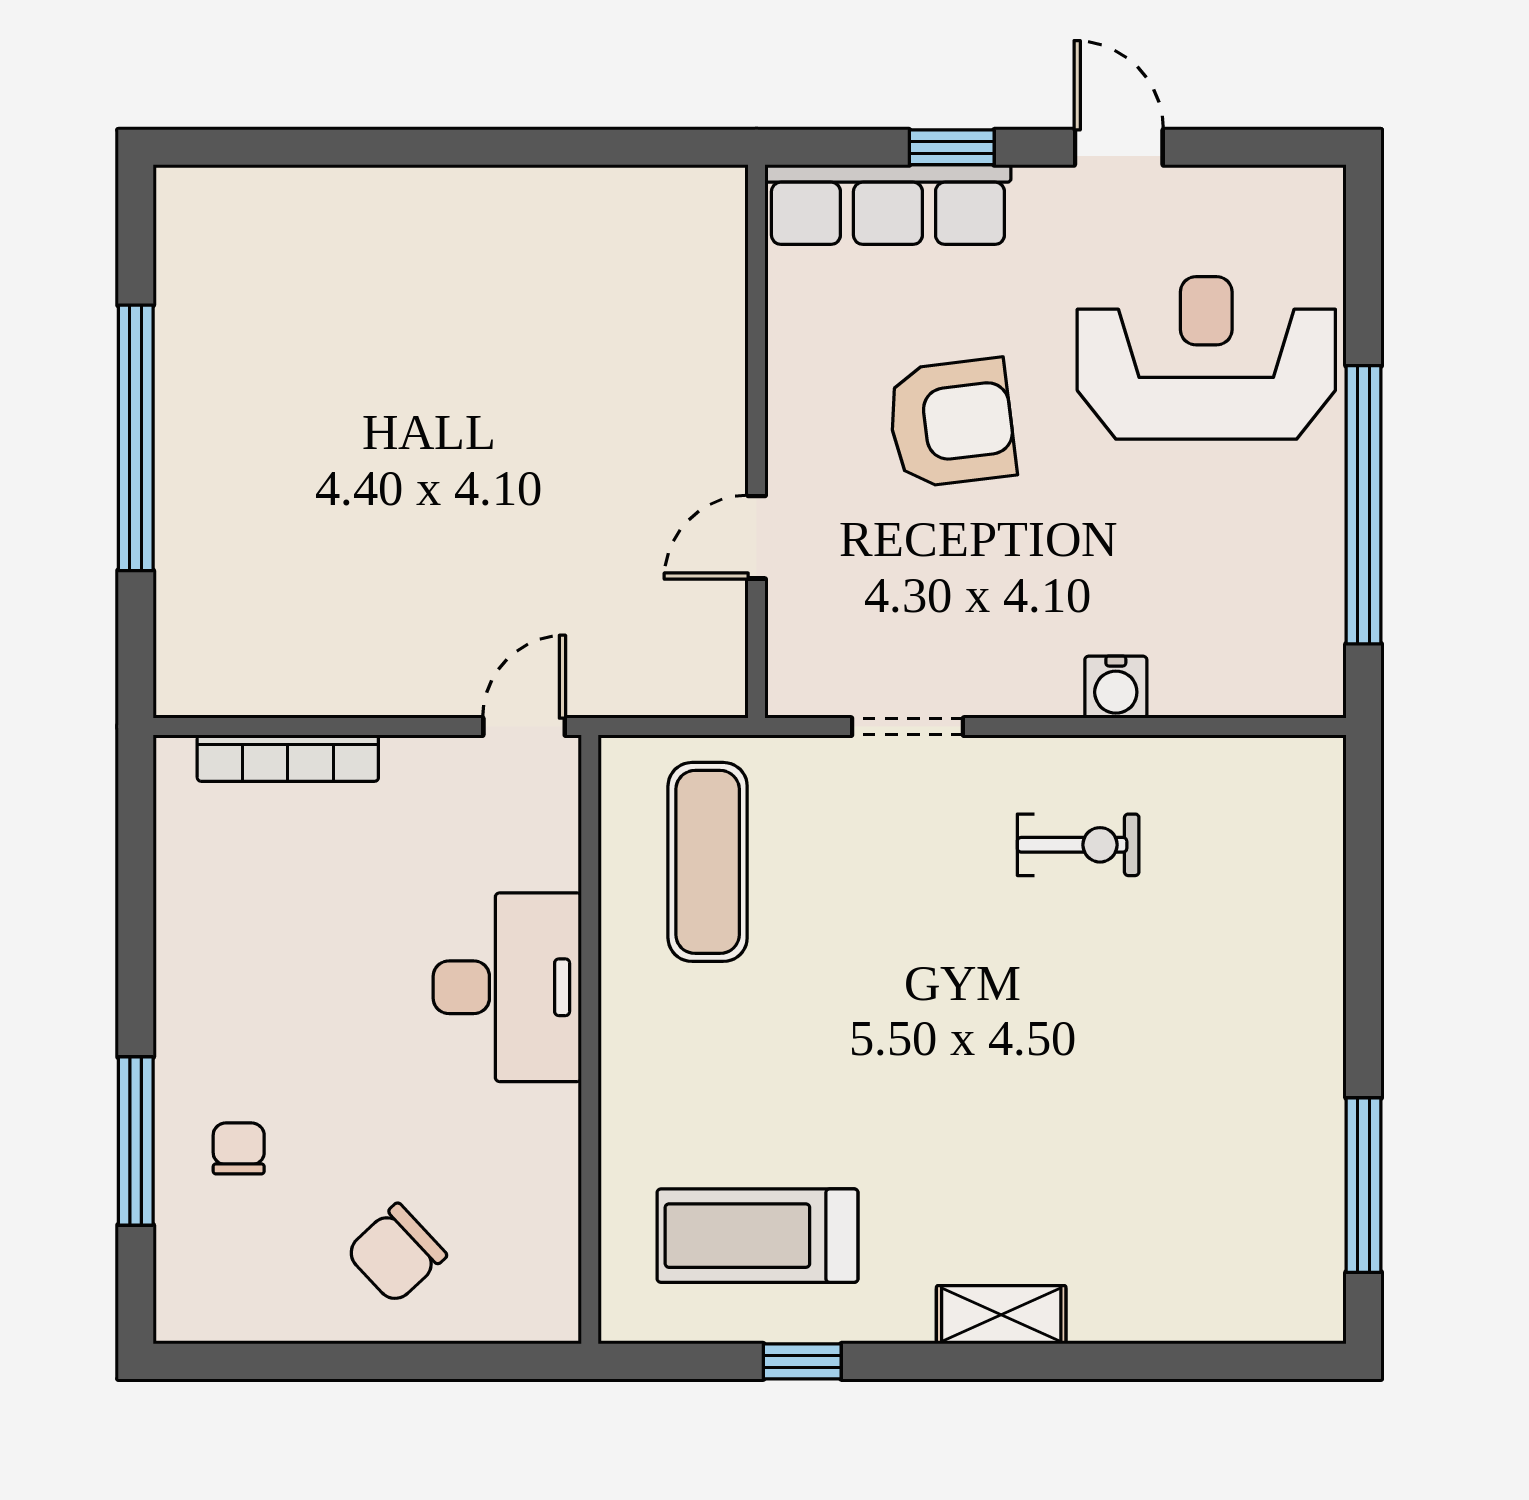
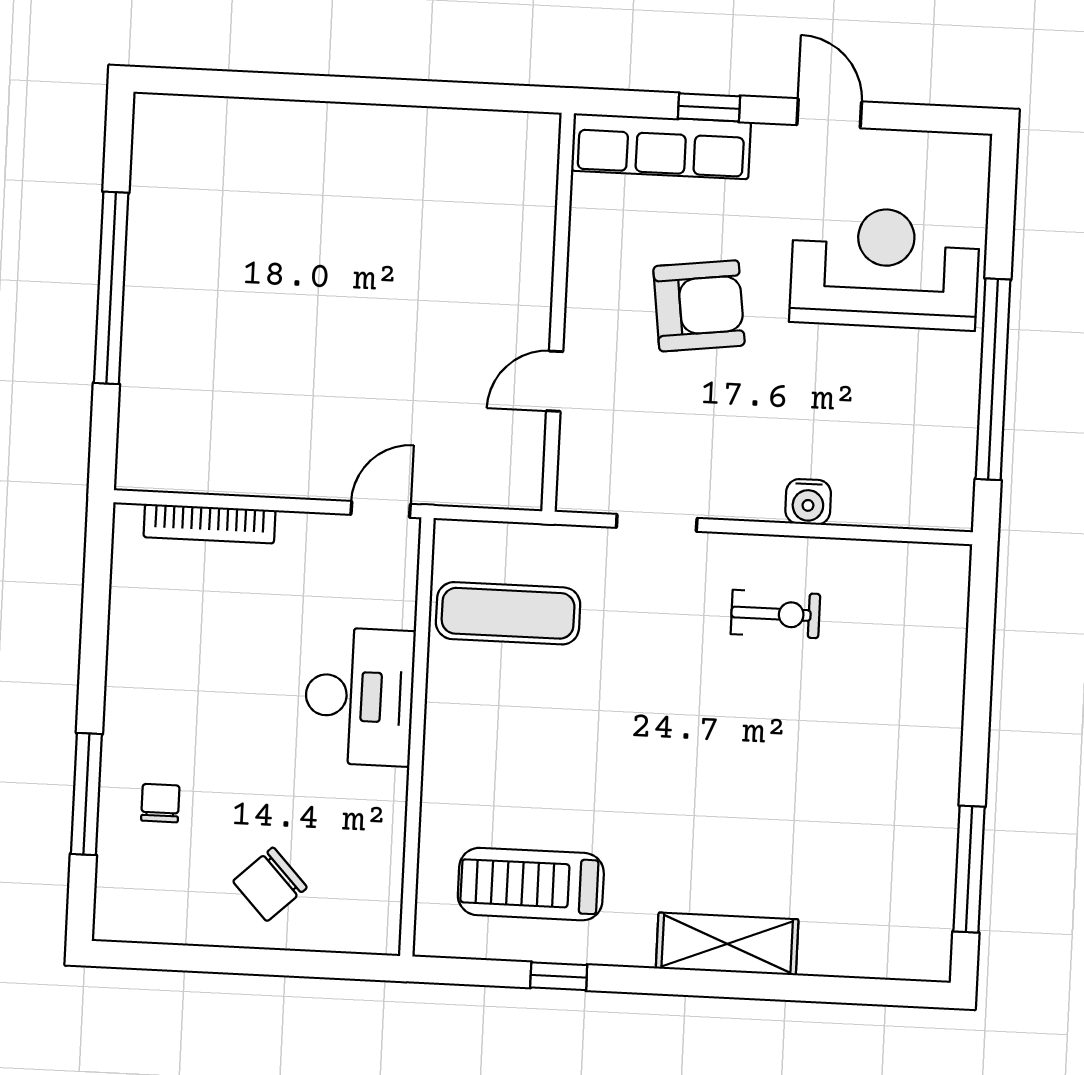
exercise mat: (708, 862) -> (508, 613), turned 90
shelving: (1001, 1315) -> (727, 944), width x1.50, depth x1.33

